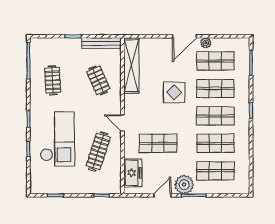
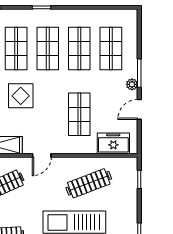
door: (122, 123) -> (42, 155), moved
clothes rail: (98, 151) -> (89, 183), turned -39
plant: (184, 185) -> (132, 84), width x0.53, depth x0.53
door: (162, 195) -> (139, 109), hinge flipped

